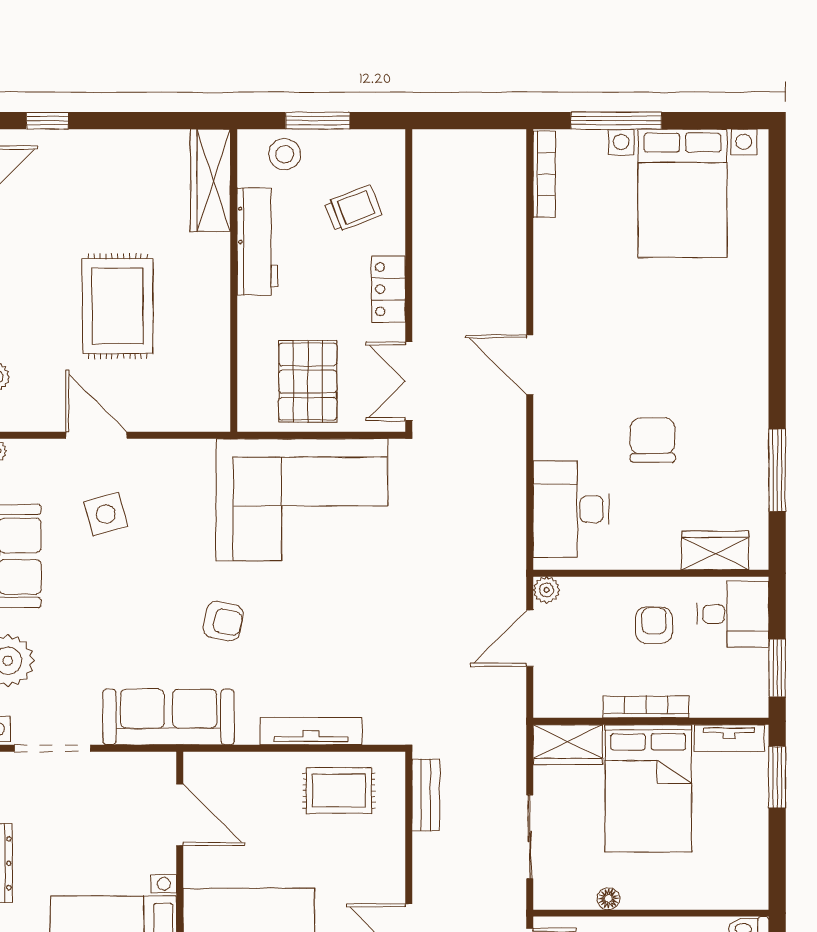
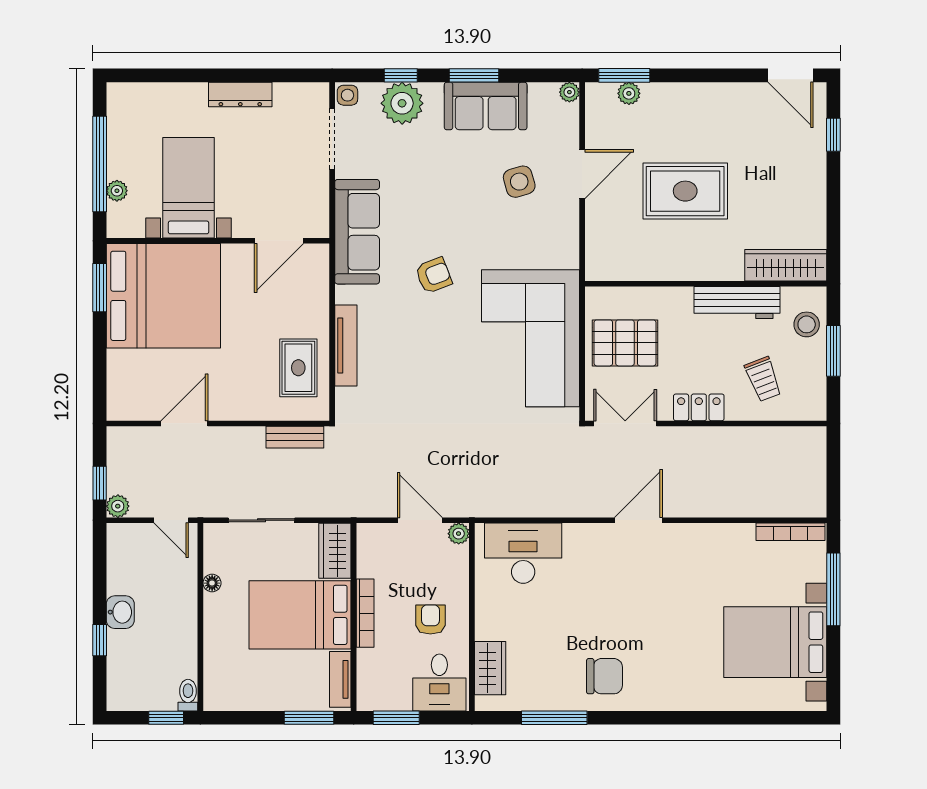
chair: (653, 440) -> (604, 676), moved
armchair: (223, 621) -> (434, 275), turned -123
armchair: (654, 625) -> (430, 619), turned -90

